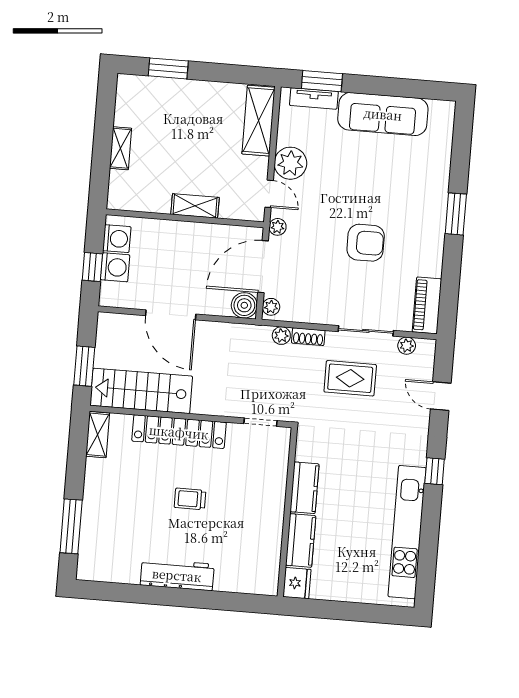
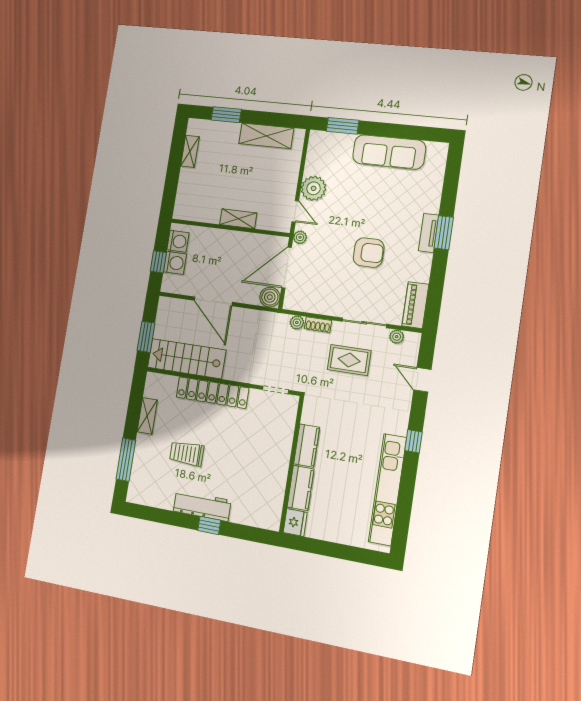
tv unit: (314, 98) -> (429, 233), moved, turned 90
shelving: (259, 121) -> (266, 136), moved, turned 90
shelving: (120, 148) -> (190, 151), moved
plant: (271, 307) -> (290, 299), removed
shelving: (98, 435) -> (147, 416), moved
trolley: (190, 499) -> (187, 454), moved, width x1.36, depth x1.39
window: (188, 598) -> (209, 525), added

